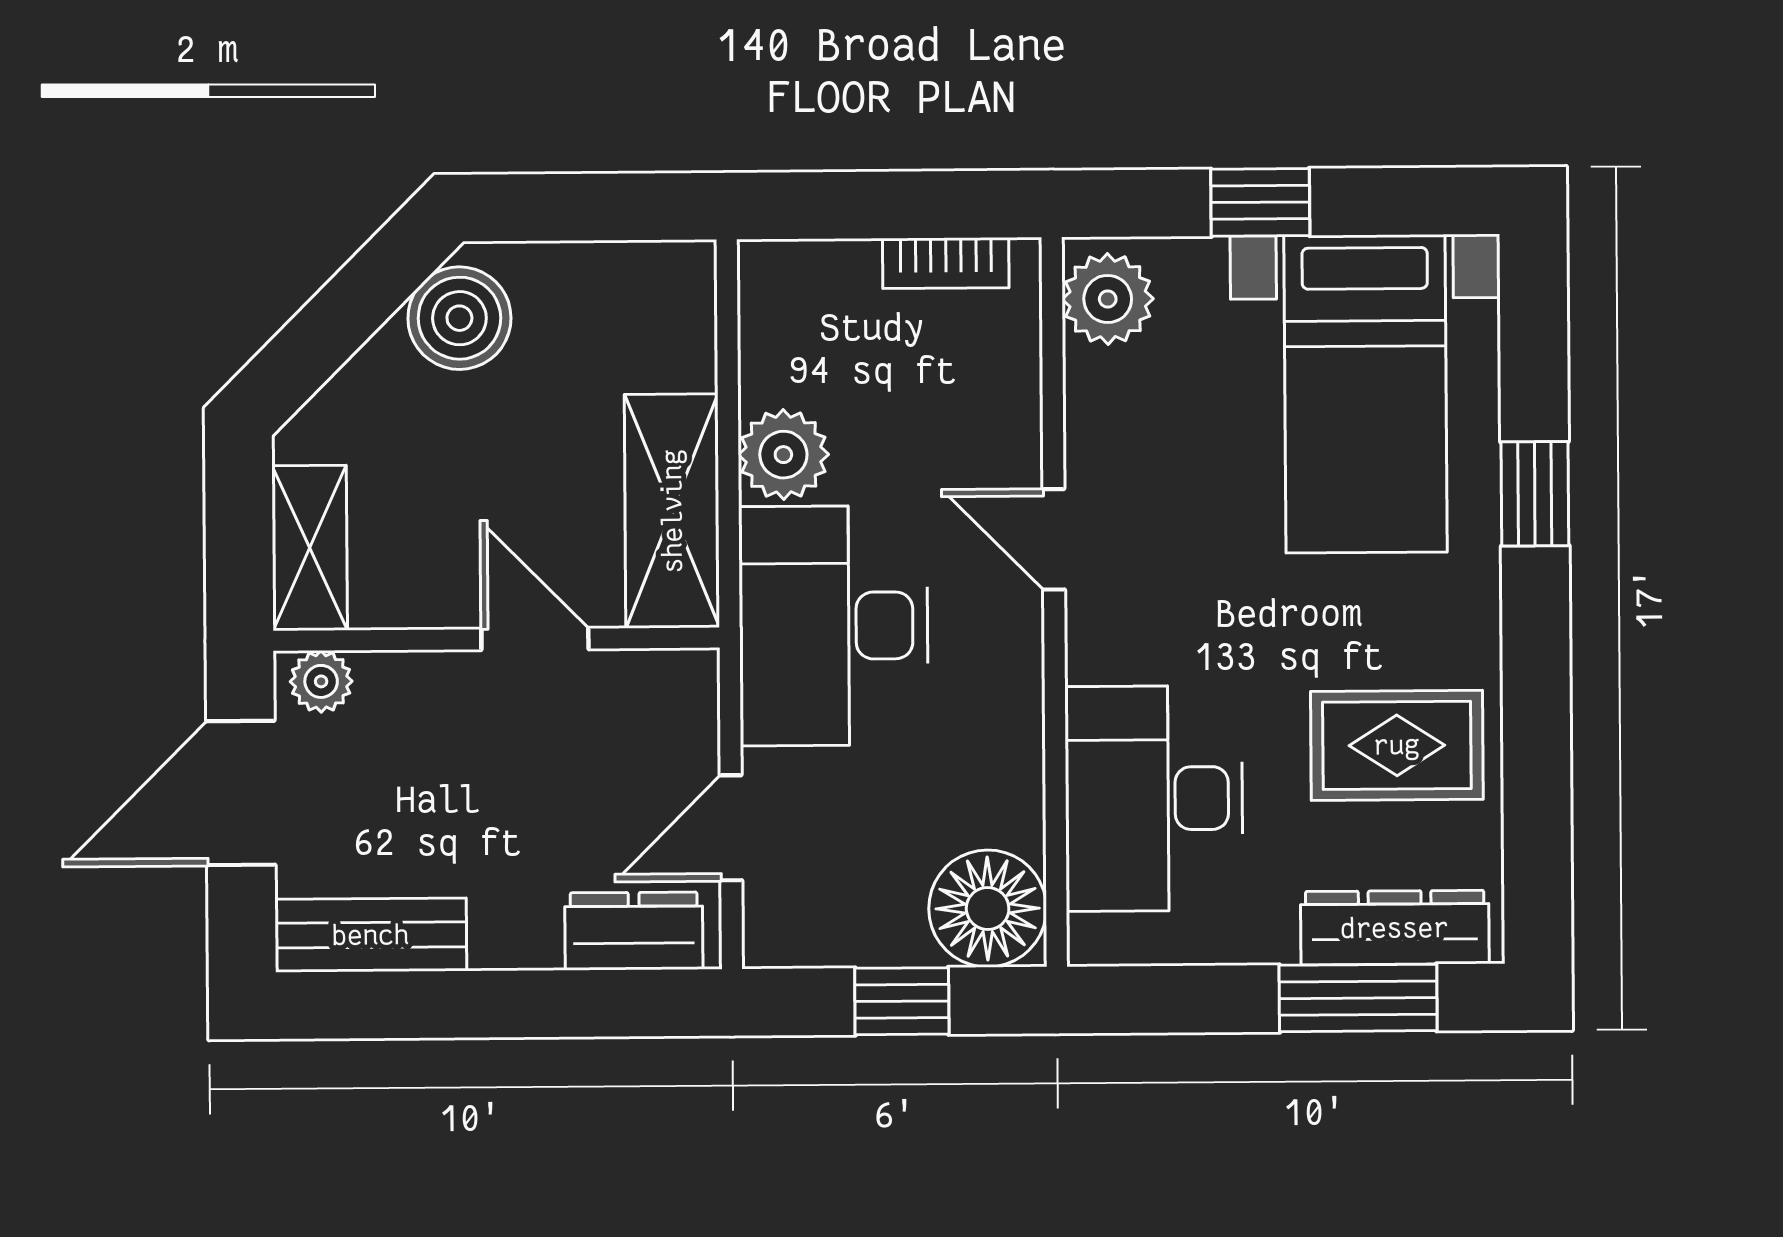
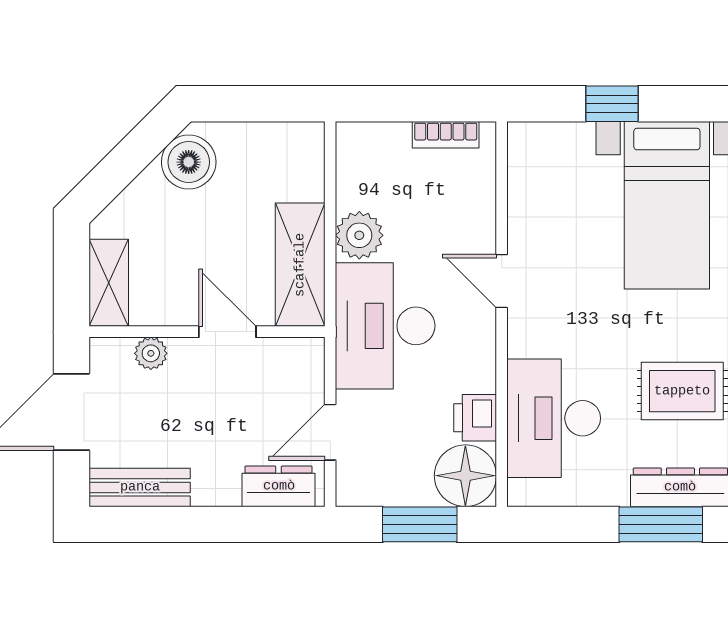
plant: (1108, 299) -> (531, 154), removed
plant: (321, 681) -> (151, 353), moved
printer: (1005, 799) -> (475, 418), added
window: (902, 1001) -> (420, 524), width x1.50

